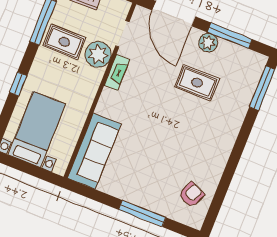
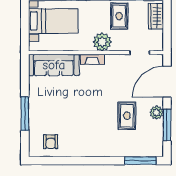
plant: (98, 54) -> (102, 42), moved
fireplace: (117, 72) -> (92, 59), moved
armchair: (192, 195) -> (51, 142), turned 66

